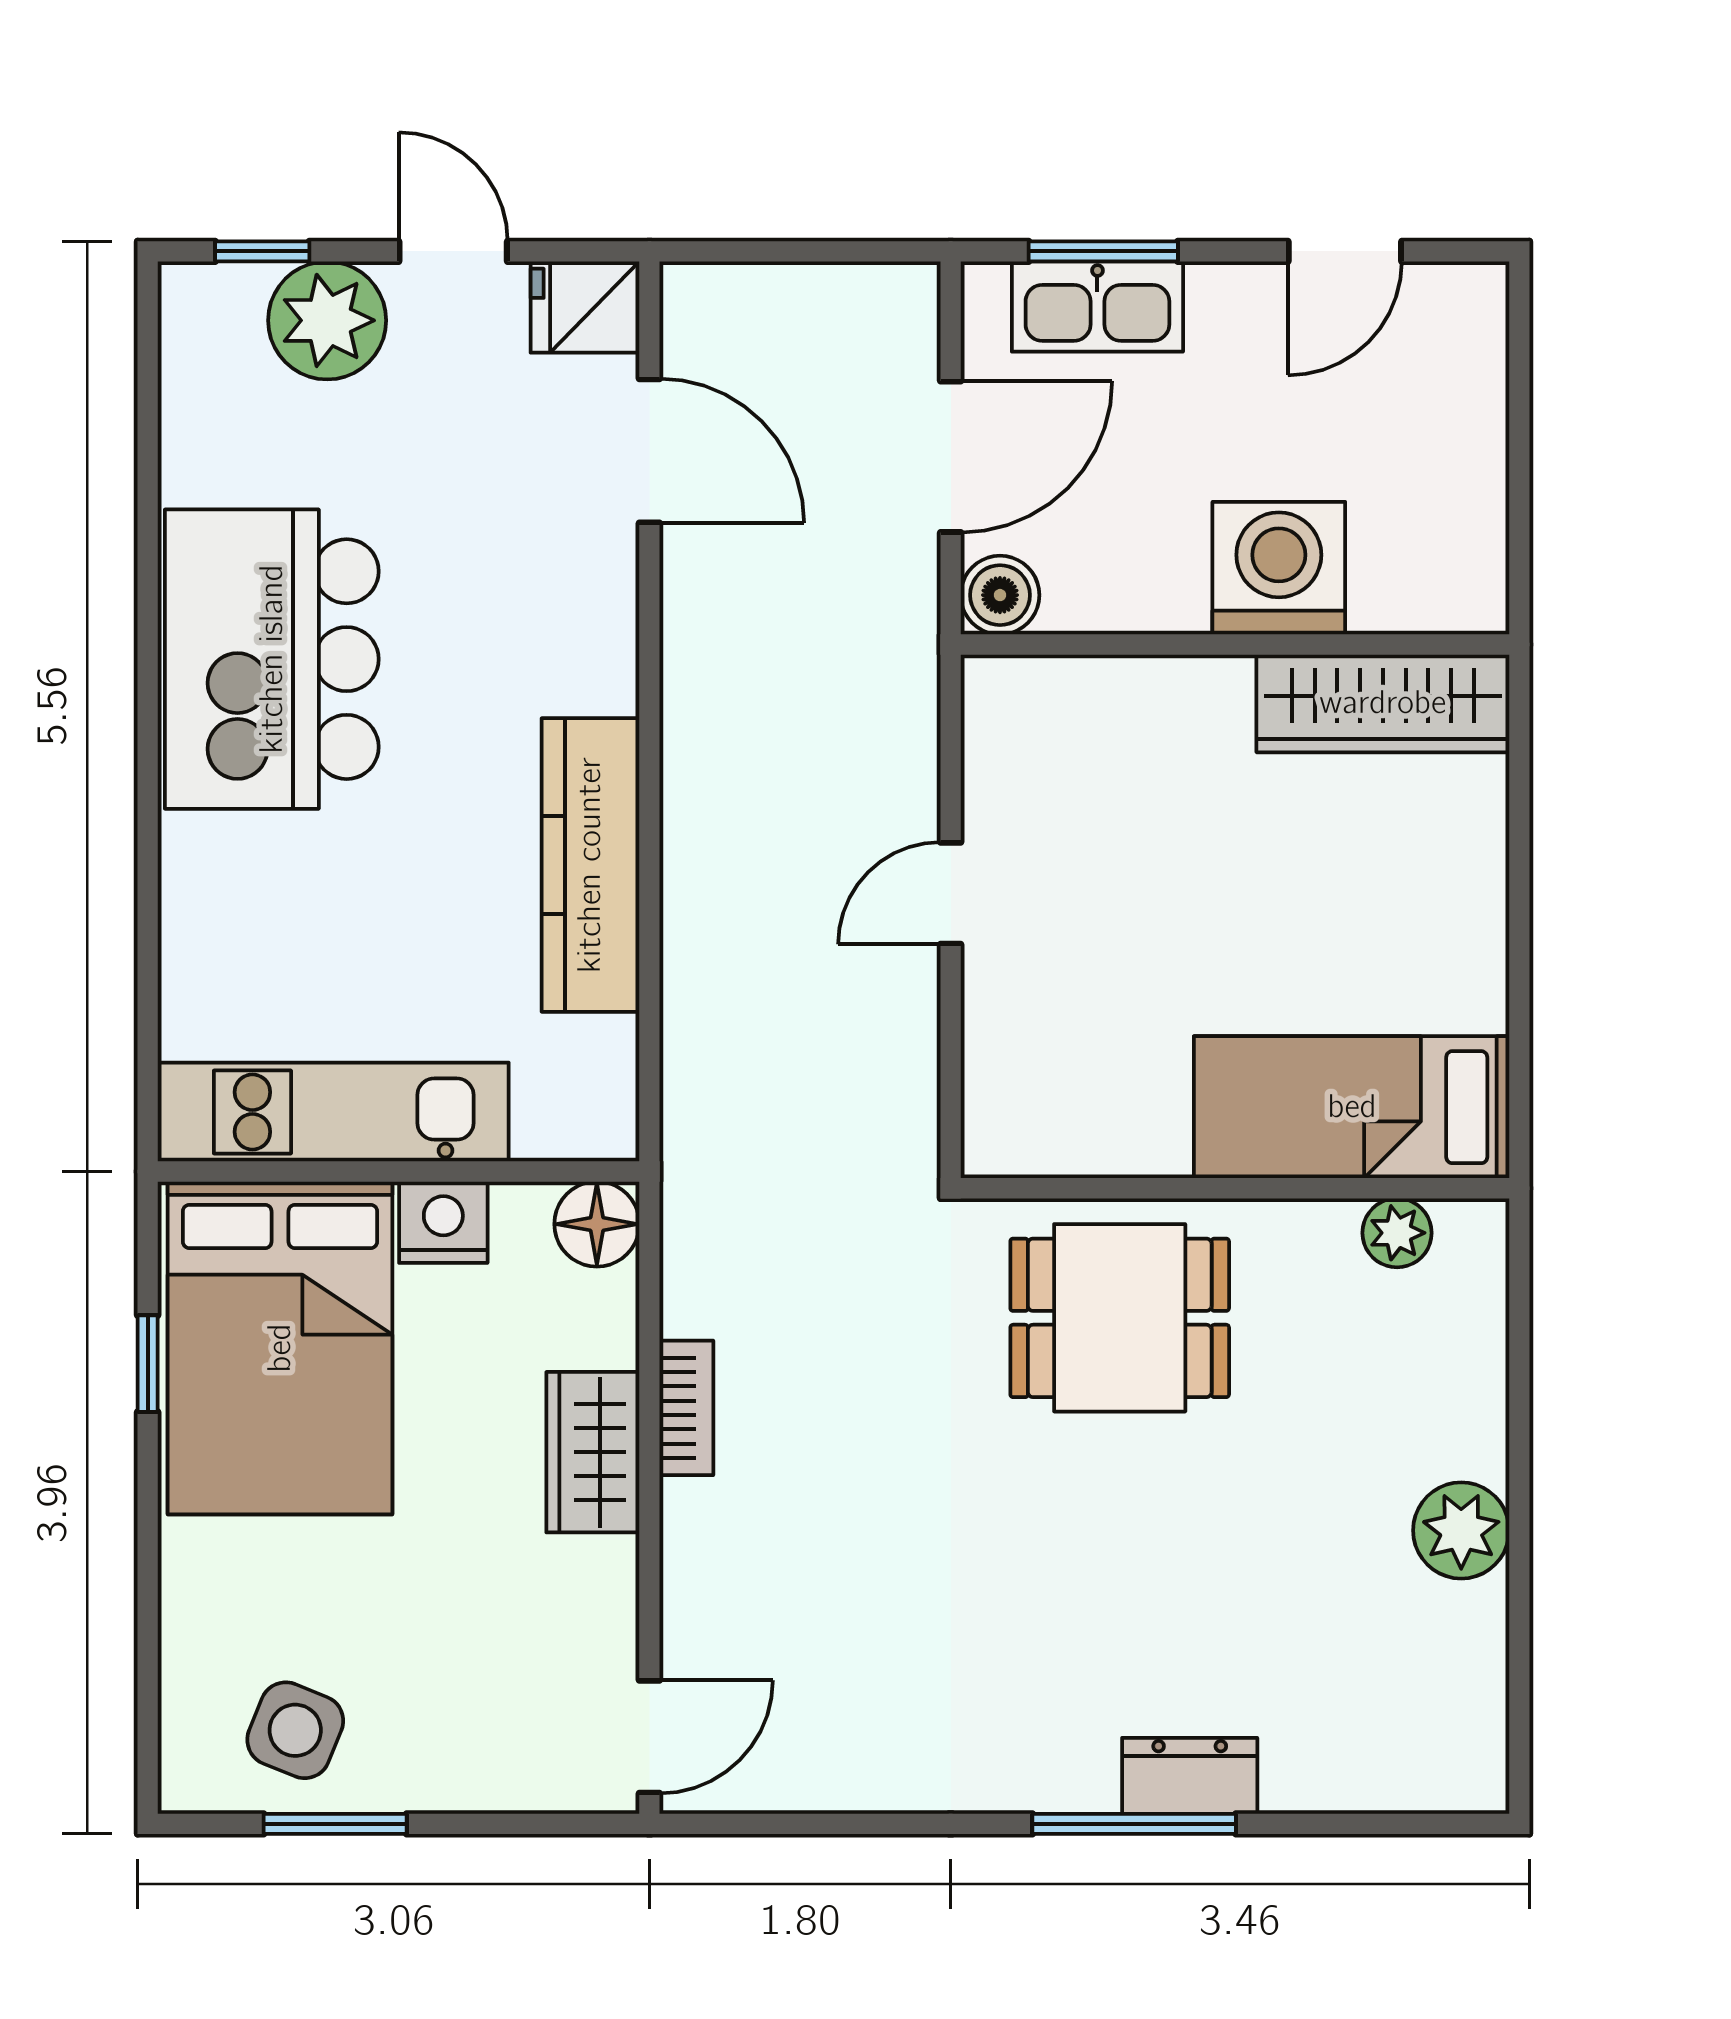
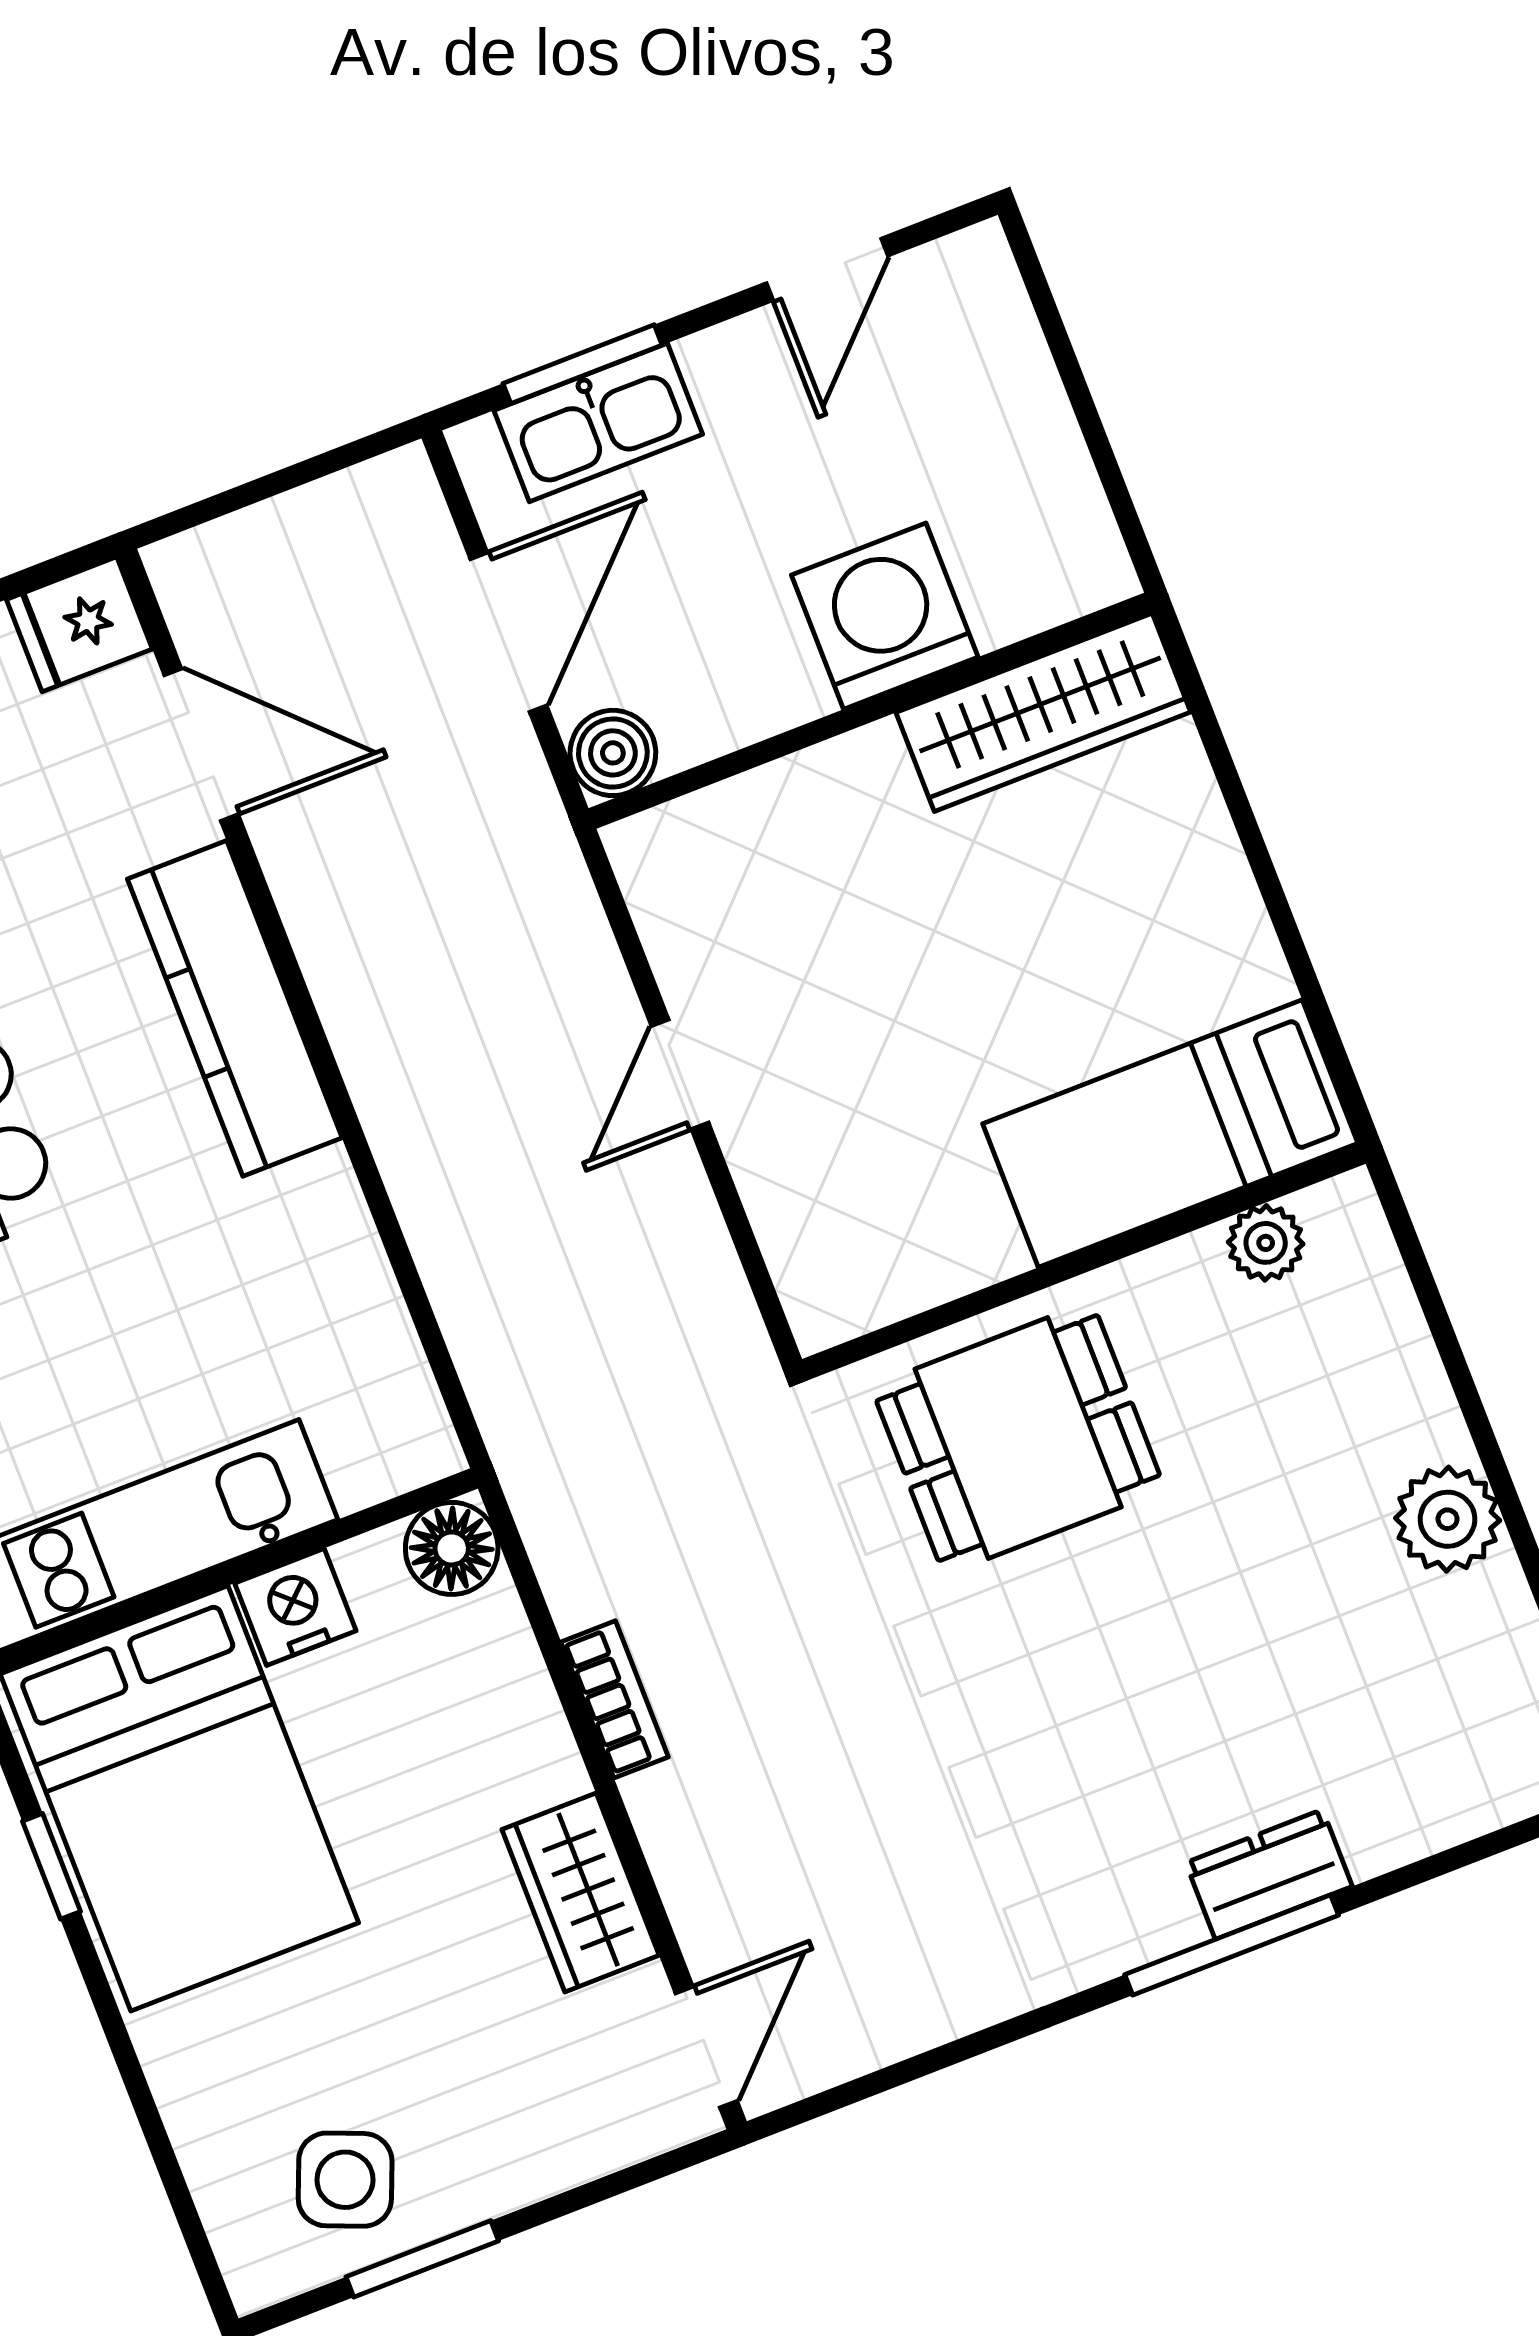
kitchen counter: (590, 865) -> (235, 1008), moved
wardrobe: (593, 1452) -> (580, 1892), moved

